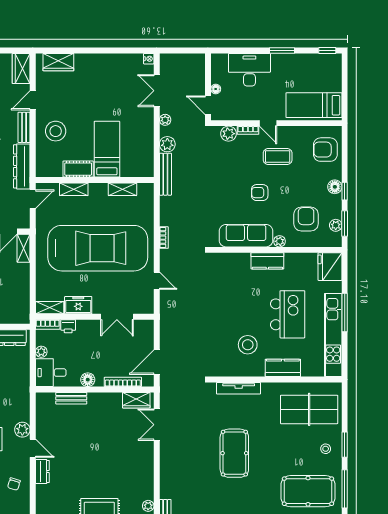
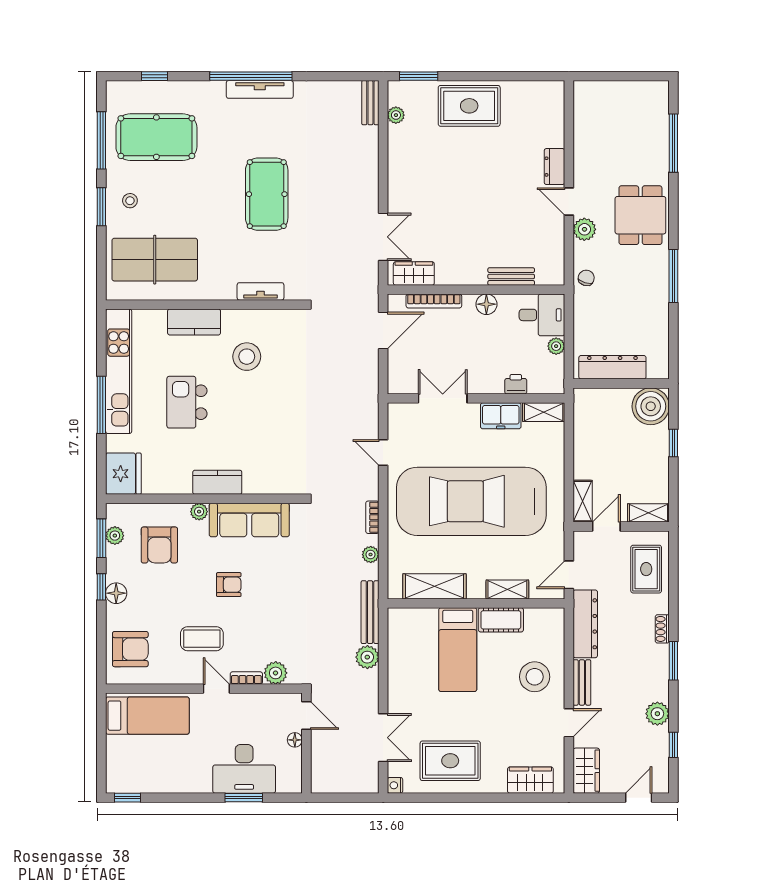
window: (282, 50) -> (244, 798), moved
rug: (112, 75) -> (450, 761), added
plant: (165, 120) -> (371, 555), moved
shelving: (122, 189) -> (434, 586), width x1.50, depth x1.33
kitchen island: (288, 314) -> (187, 402), width x0.73, depth x0.78
bookcase: (48, 324) -> (547, 387), removed
tv unit: (239, 388) -> (261, 291), width x0.71
chair: (14, 484) -> (586, 278), moved

